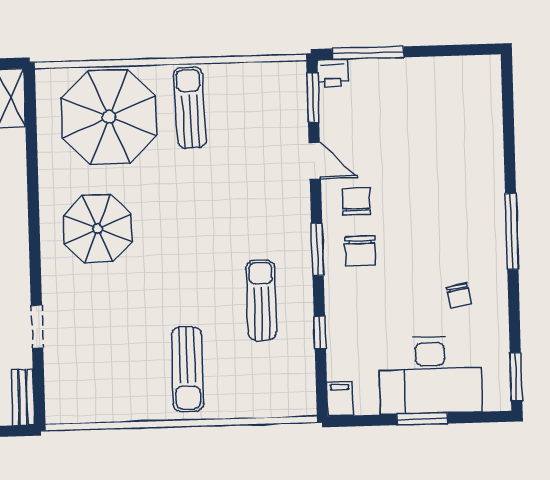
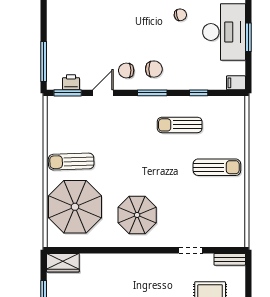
printer: (333, 73) -> (71, 82), moved, turned -90

